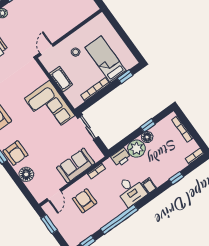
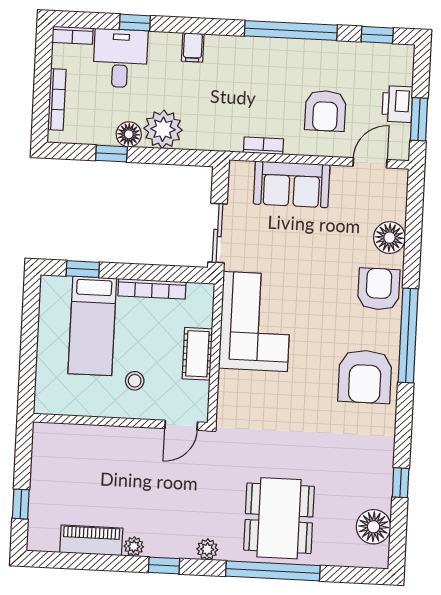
printer: (121, 157) -> (397, 104), moved, turned -90
desk: (131, 191) -> (120, 58), moved

